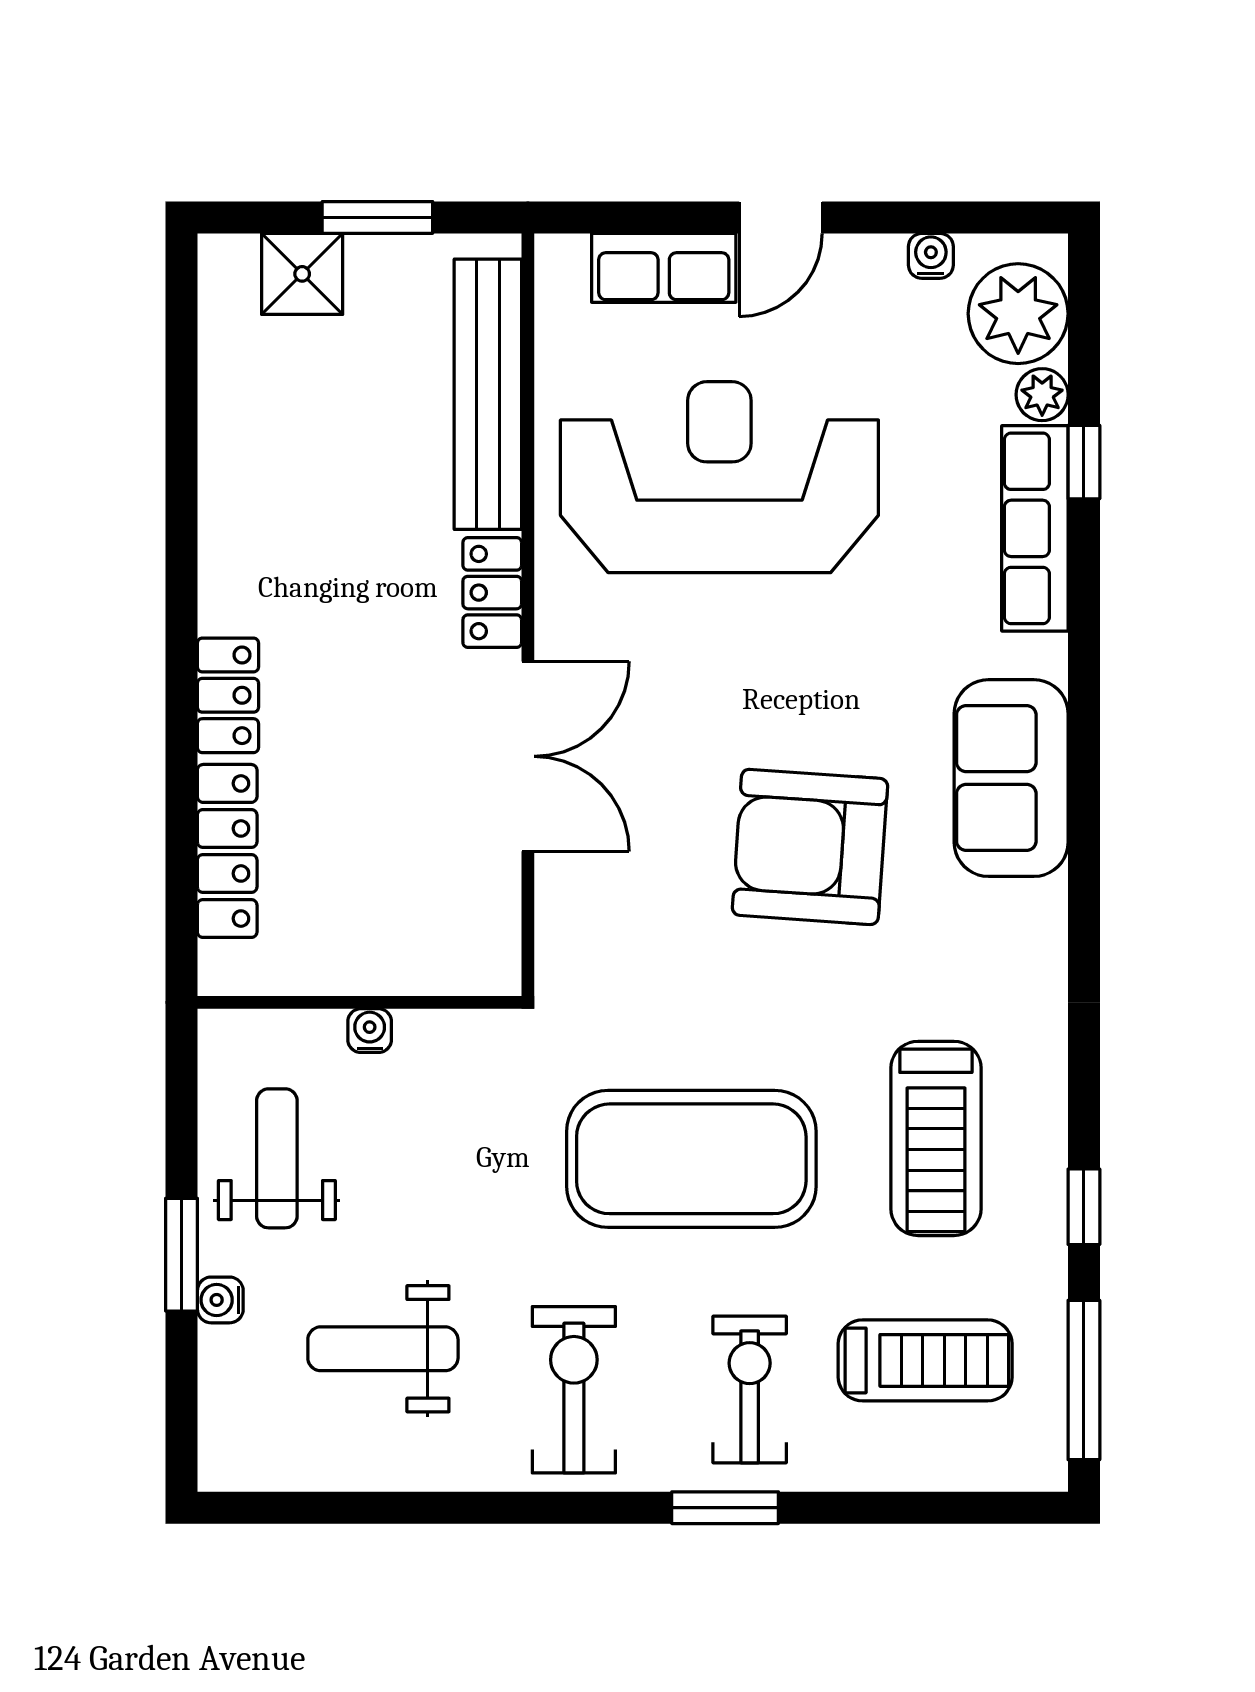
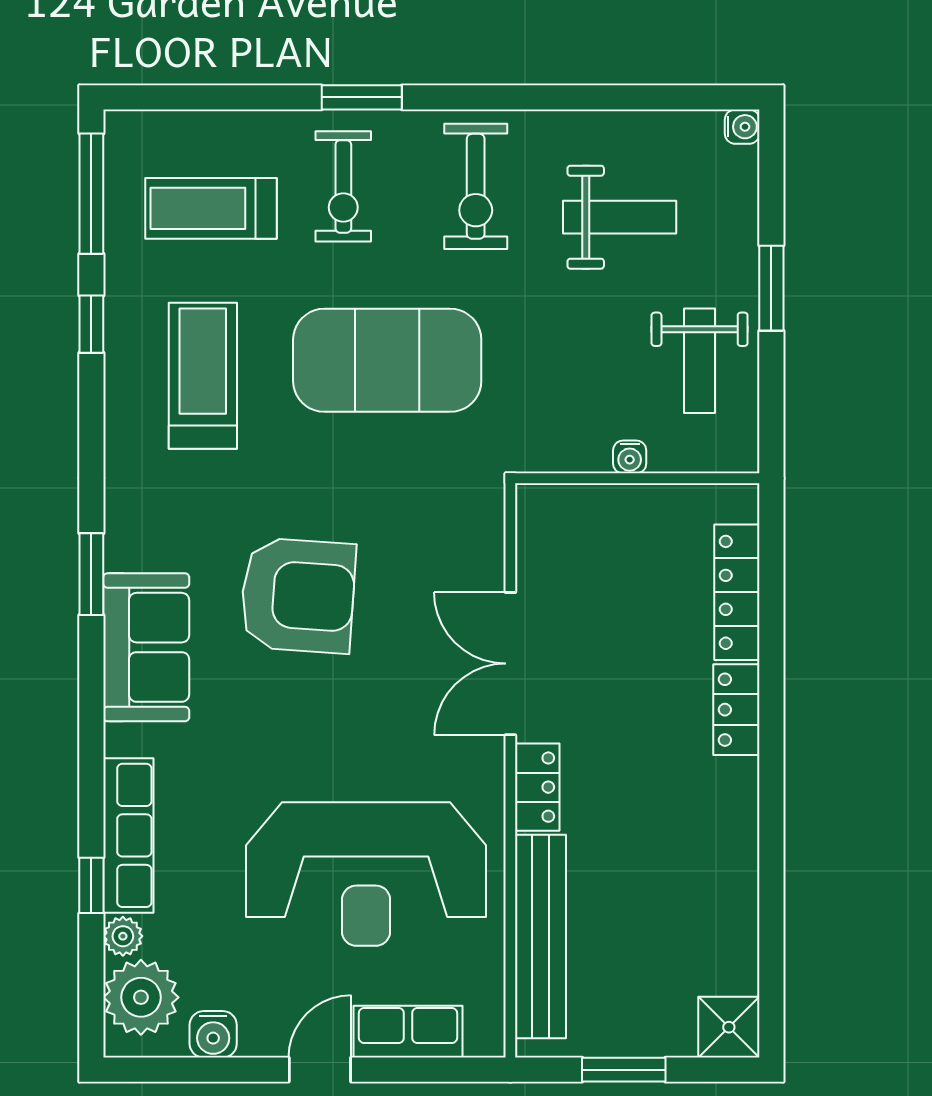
water cooler: (931, 256) -> (213, 1034), width x1.38, depth x1.38
shower: (302, 274) -> (729, 1027), moved
window: (1084, 875) -> (91, 574), added
water cooler: (220, 1300) -> (742, 127), moved

